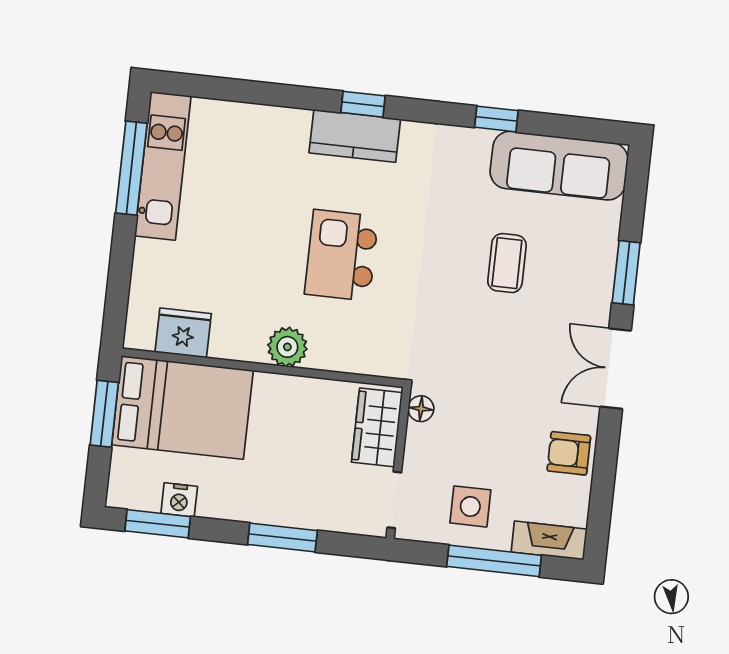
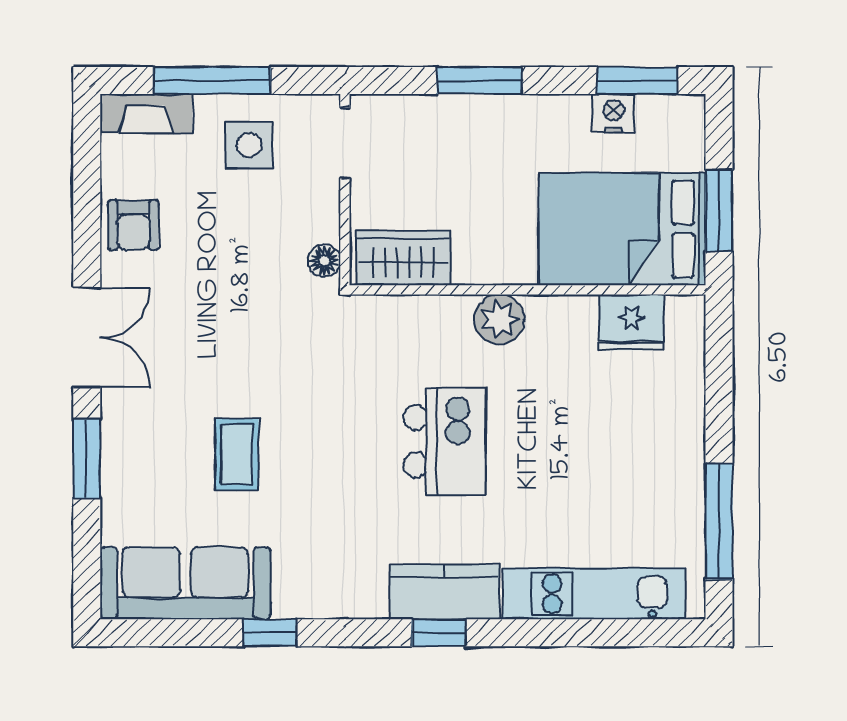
kitchen unit: (163, 166) -> (594, 594), moved, turned 90
wardrobe: (377, 427) -> (403, 258), moved, turned -90
armchair: (569, 453) -> (133, 225), turned 90

